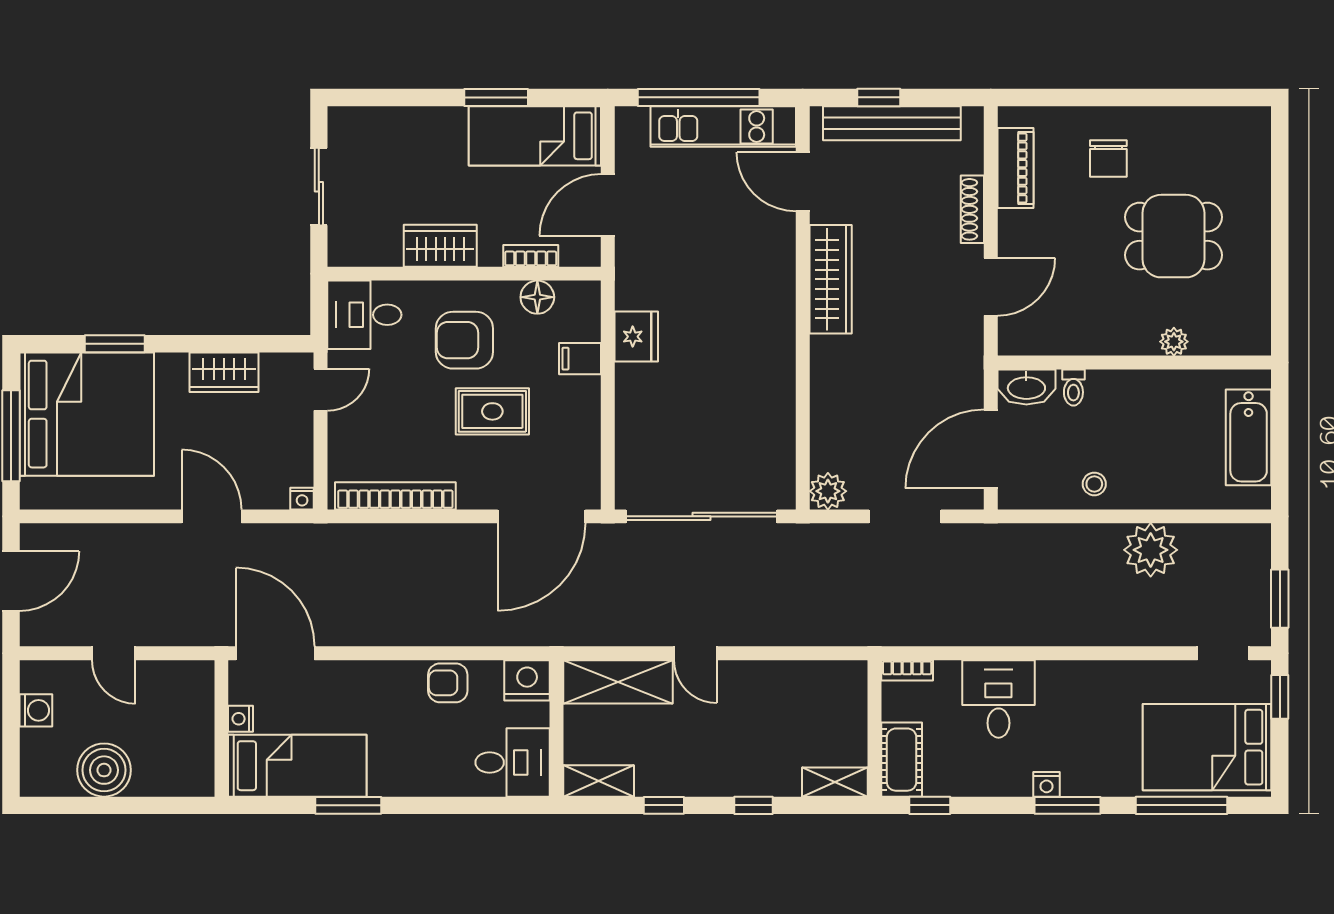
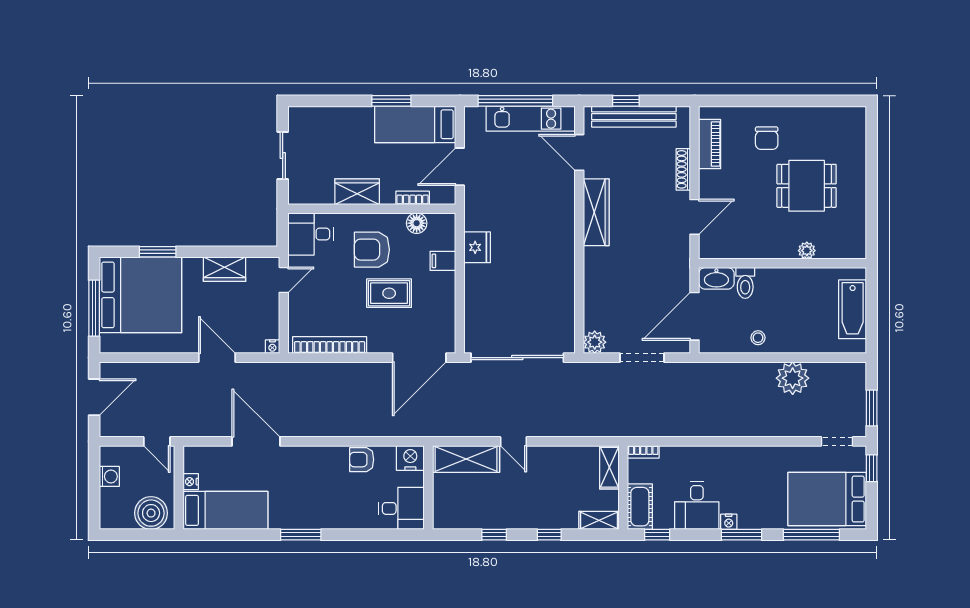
toilet: (1073, 388) -> (745, 283), width x1.37, depth x1.39
desk: (998, 699) -> (697, 506), moved, turned 180
nightstand: (241, 719) -> (191, 482), moved
wall: (221, 728) -> (179, 488), moved
bed: (297, 766) -> (225, 510), moved
shelving: (599, 781) -> (609, 467), moved, turned 90

